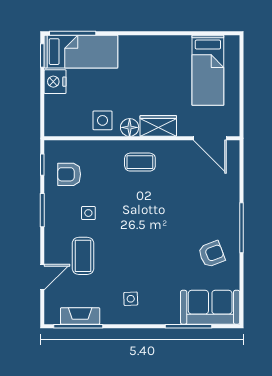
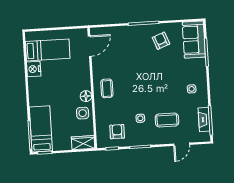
nightstand: (55, 82) -> (34, 69), moved, turned 90
wardrobe: (158, 126) -> (83, 143), moved, turned 90
armchair: (69, 174) -> (117, 132), turned 180
door: (42, 277) -> (182, 144), swing flipped

